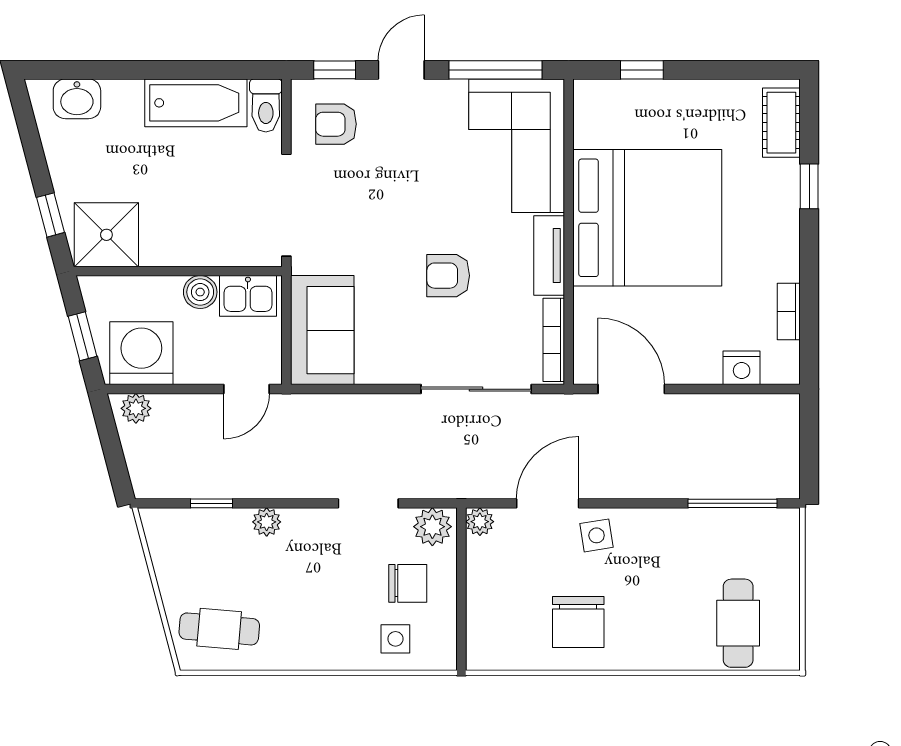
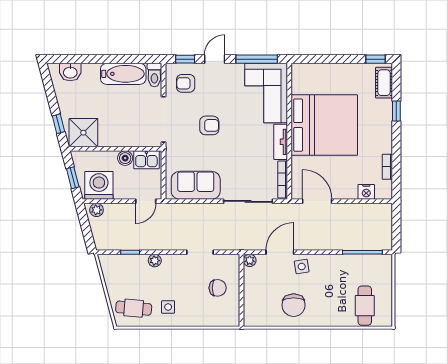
window: (642, 70) -> (375, 59), moved
armchair: (448, 276) -> (209, 125), moved, turned 180
sofa: (322, 330) -> (196, 185), moved, turned -90
plant: (432, 527) -> (229, 263), removed
side table: (395, 639) -> (168, 307), moved

